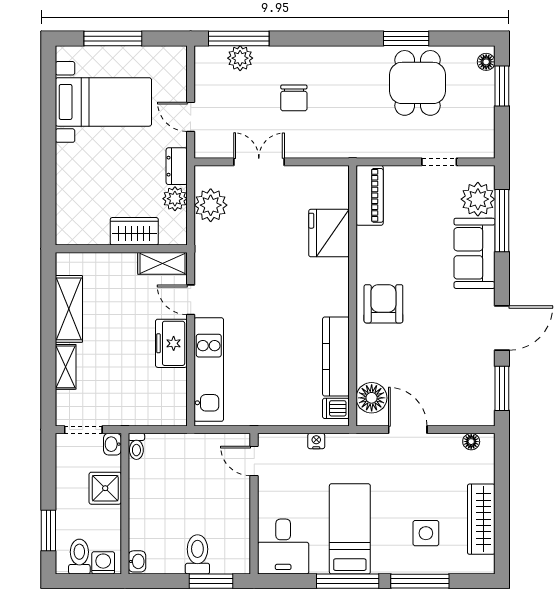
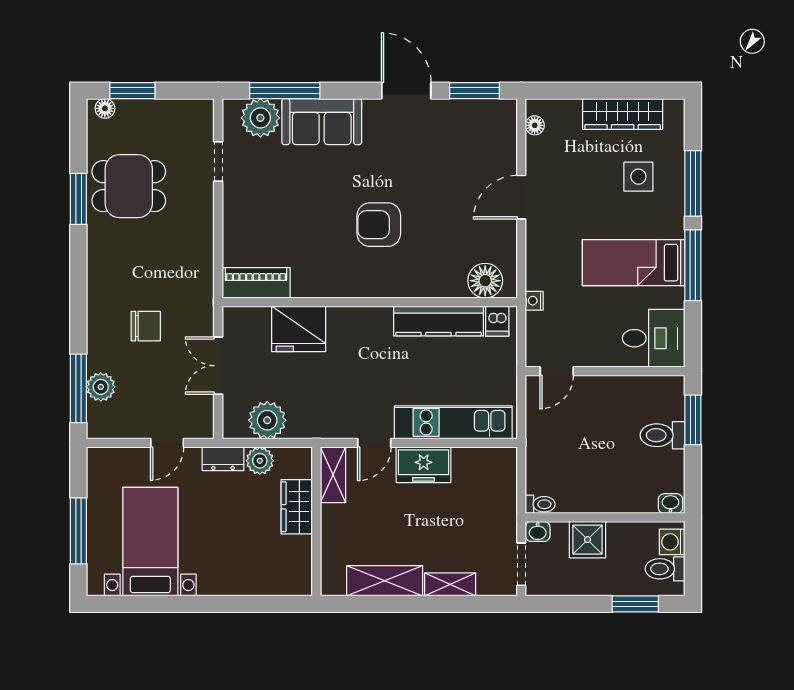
piano: (370, 195) -> (256, 283), moved
fridge: (329, 233) -> (299, 329), moved
wall: (353, 296) -> (370, 302), moved
kitchen counter: (336, 357) -> (438, 321), moved
floor lamp: (372, 398) -> (485, 281), moved
dishwasher: (336, 408) -> (497, 321), moved

